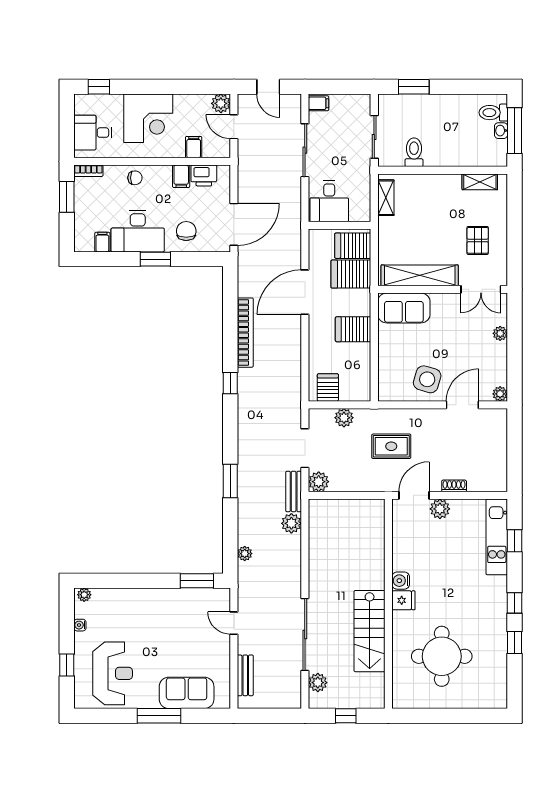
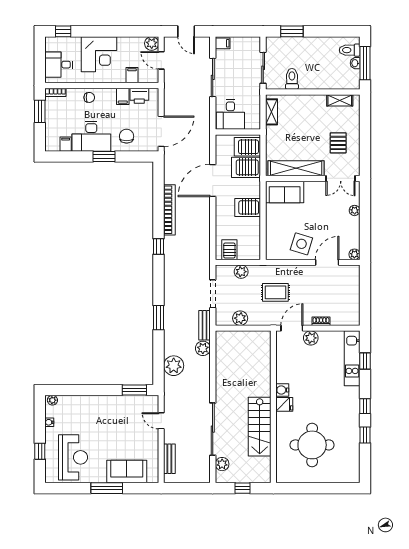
plant: (319, 482) -> (240, 318), moved
plant: (245, 554) -> (174, 366), width x1.87, depth x1.87

